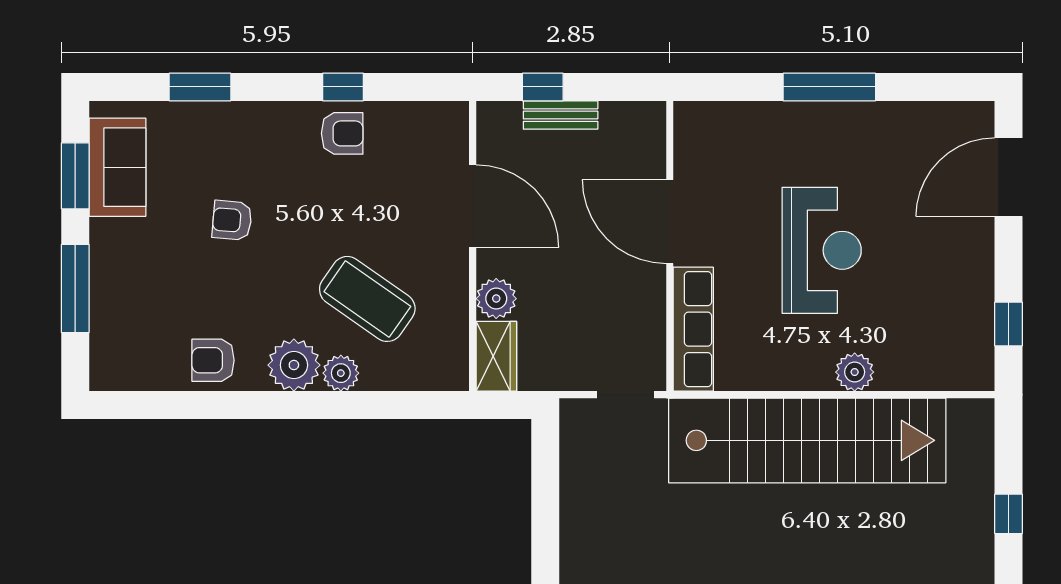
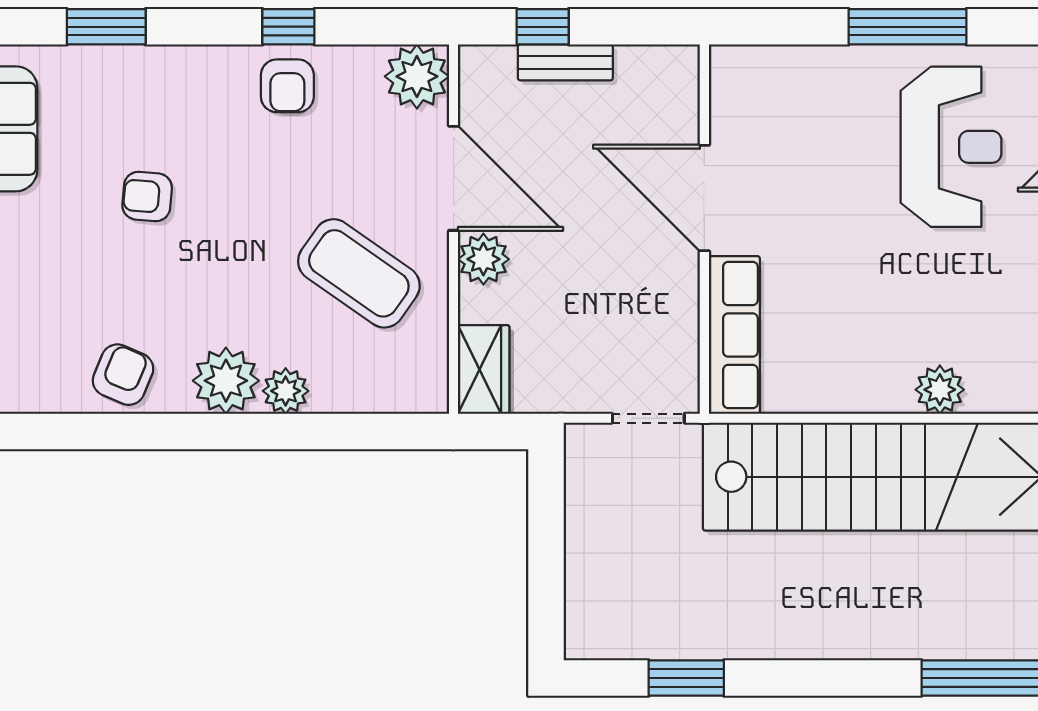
plant: (444, 126) -> (417, 76), added
armchair: (342, 133) -> (287, 86), turned 90
reception desk: (822, 250) -> (951, 147), moved
coffee table: (367, 299) -> (359, 273), moved
plant: (496, 299) -> (483, 259), moved
armchair: (213, 360) -> (123, 375), turned 113

